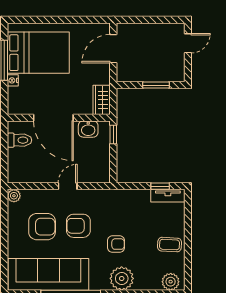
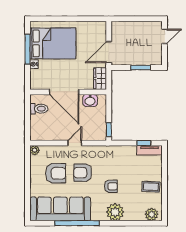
door: (113, 49) -> (109, 52), moved
window: (113, 135) -> (109, 130), moved

